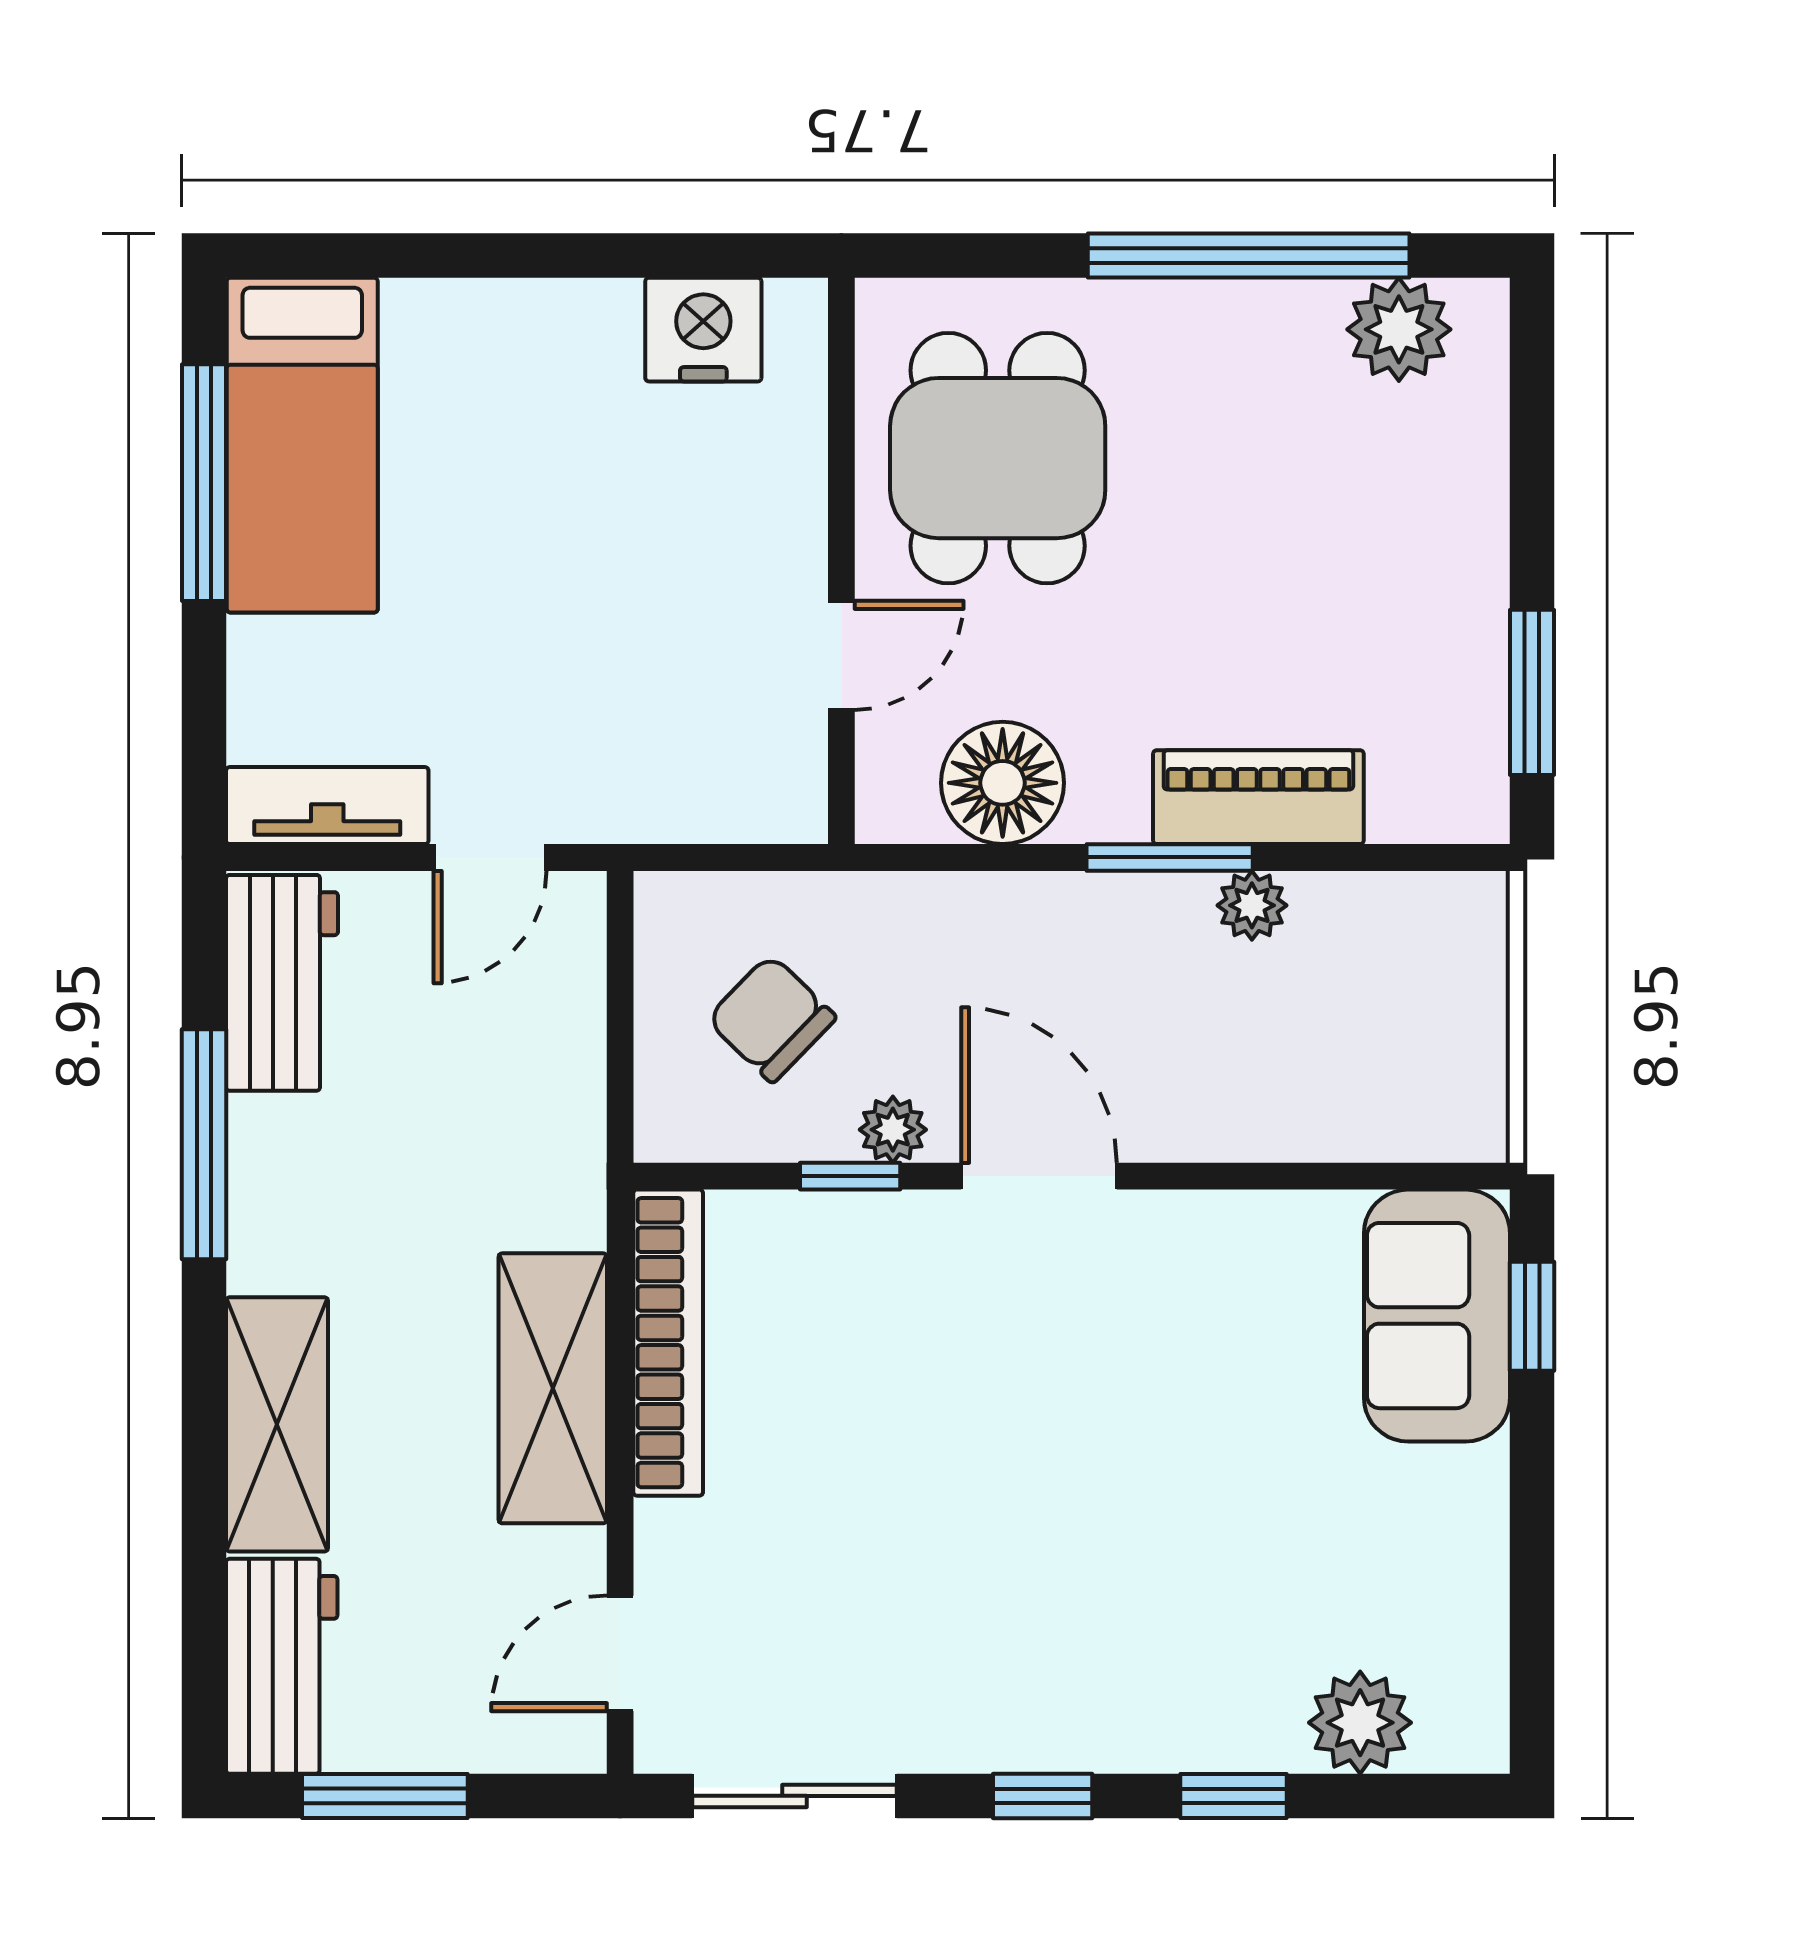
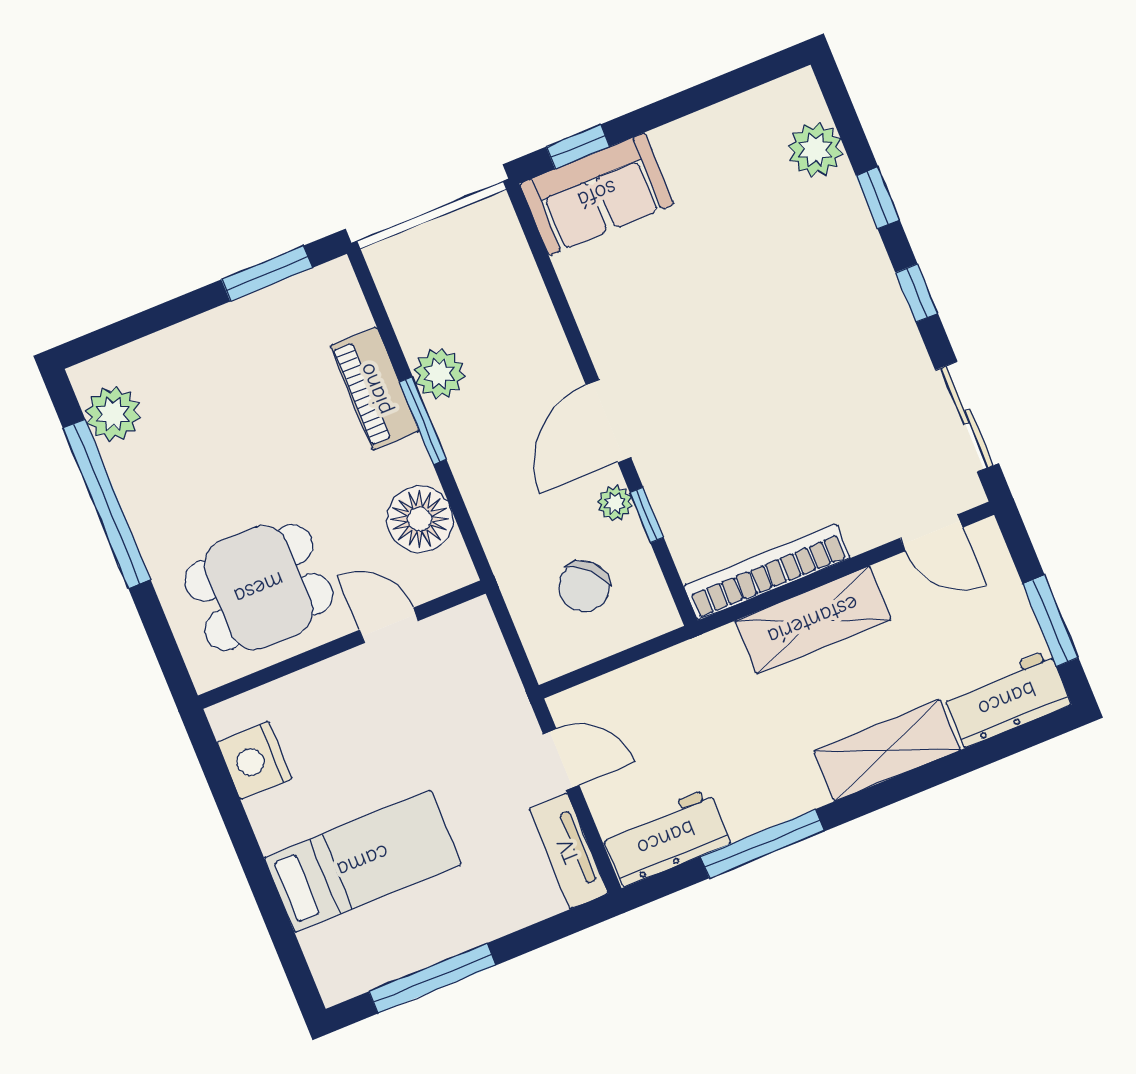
bed: (302, 445) -> (363, 861), moved
plant: (1252, 905) -> (439, 374), width x1.38, depth x1.38

